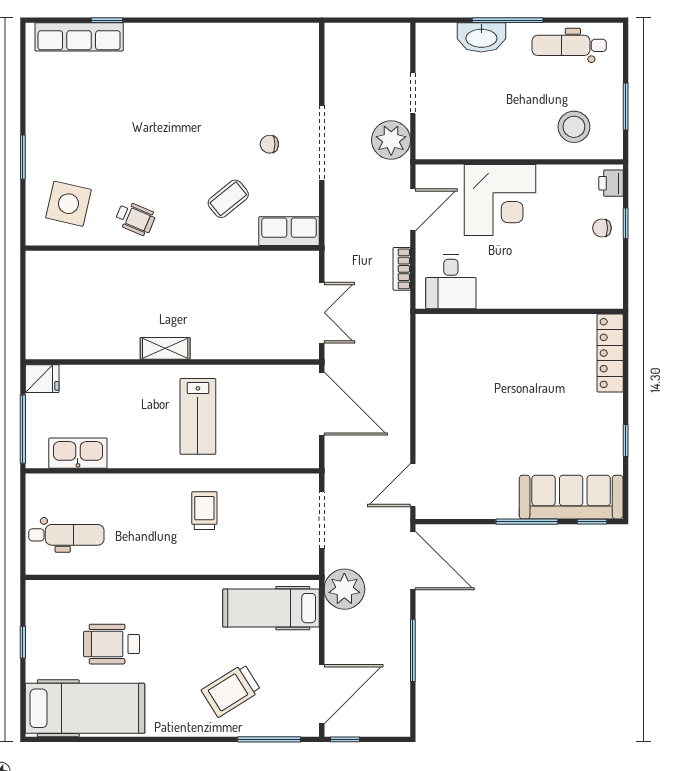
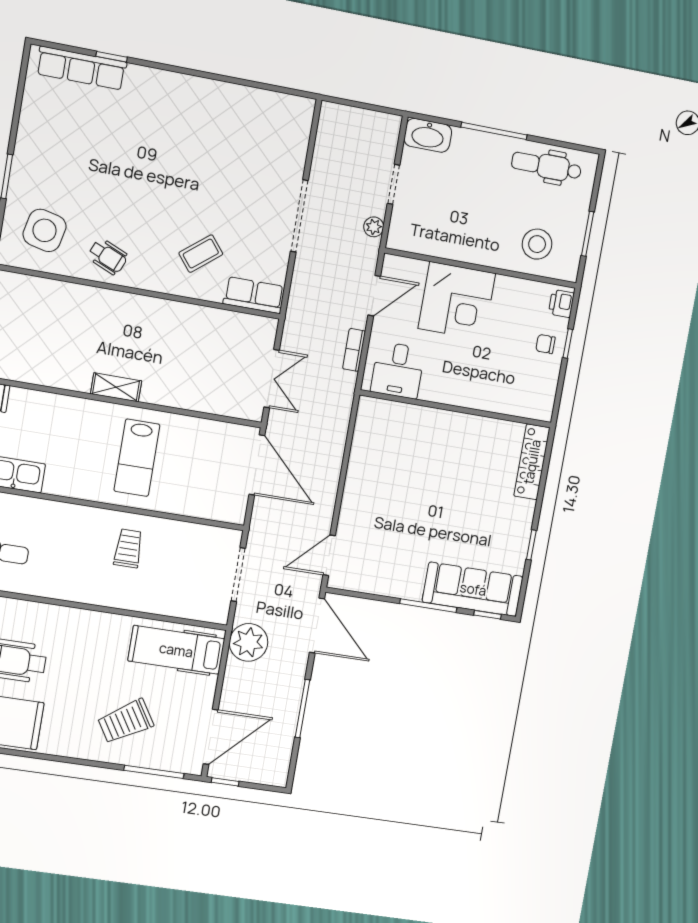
washbasin: (481, 37) -> (428, 135), moved
plant: (391, 140) -> (374, 227), width x0.53, depth x0.53
chair: (269, 144) -> (249, 208), removed

